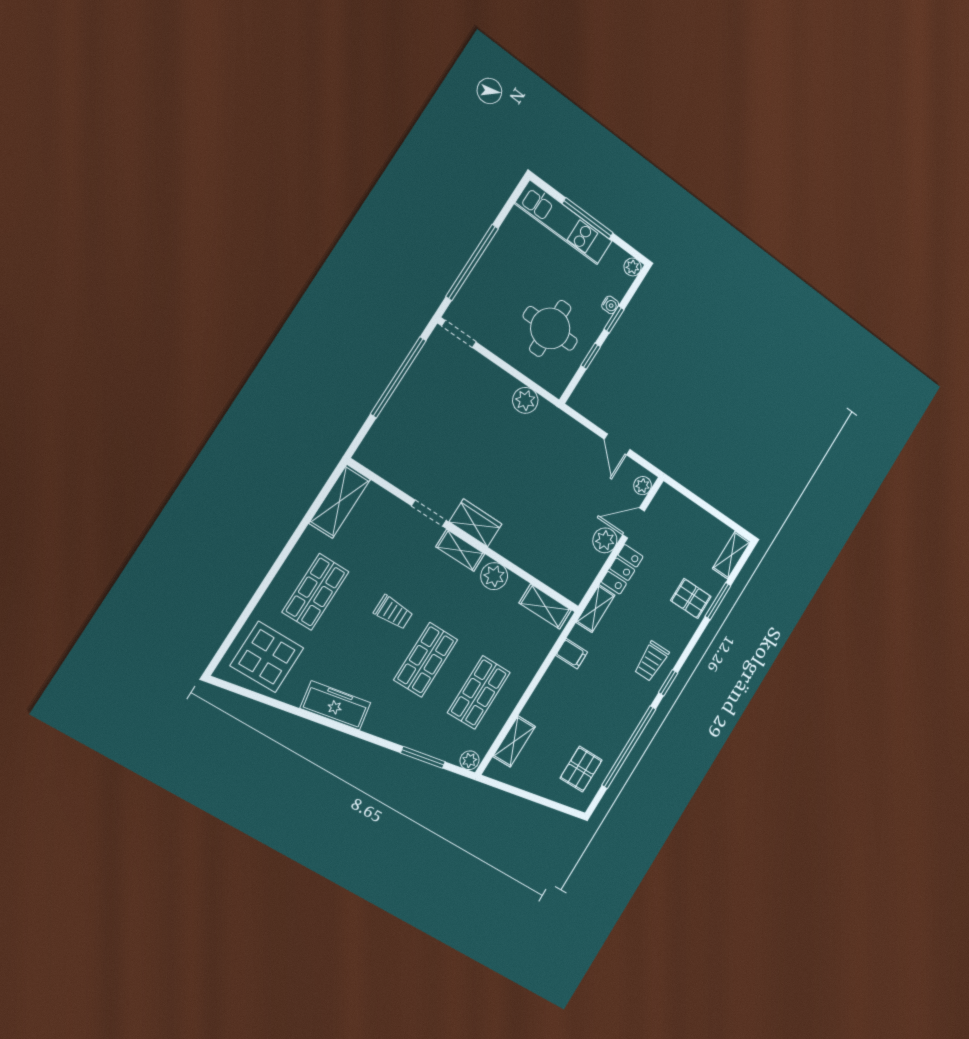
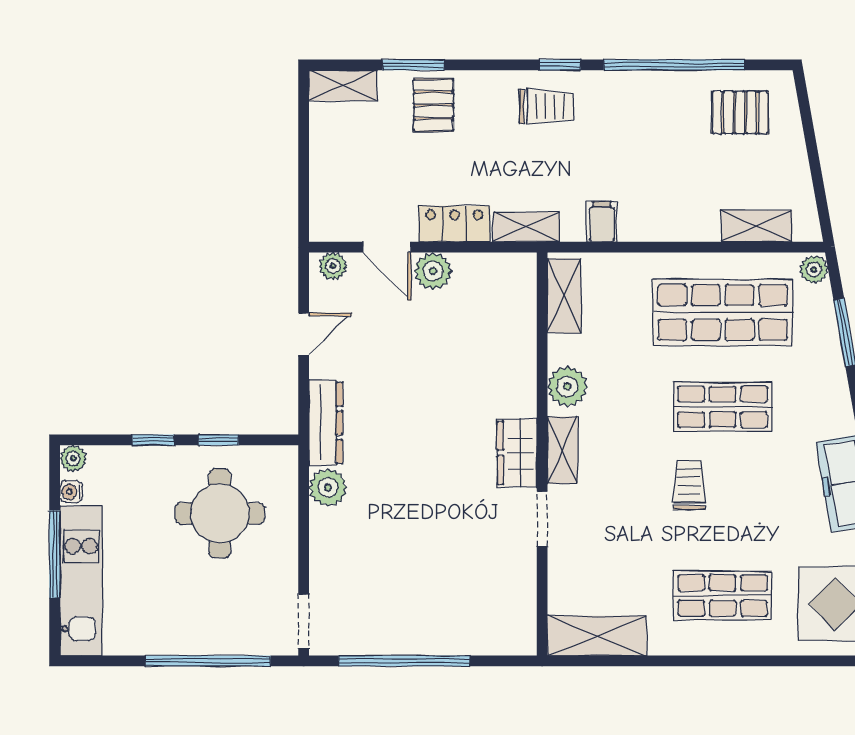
water cooler: (610, 305) -> (71, 492), moved, turned -90
dresser: (562, 424) -> (326, 423), added
shop shelf: (479, 692) -> (723, 312), width x1.43, depth x1.36

